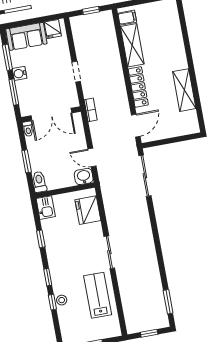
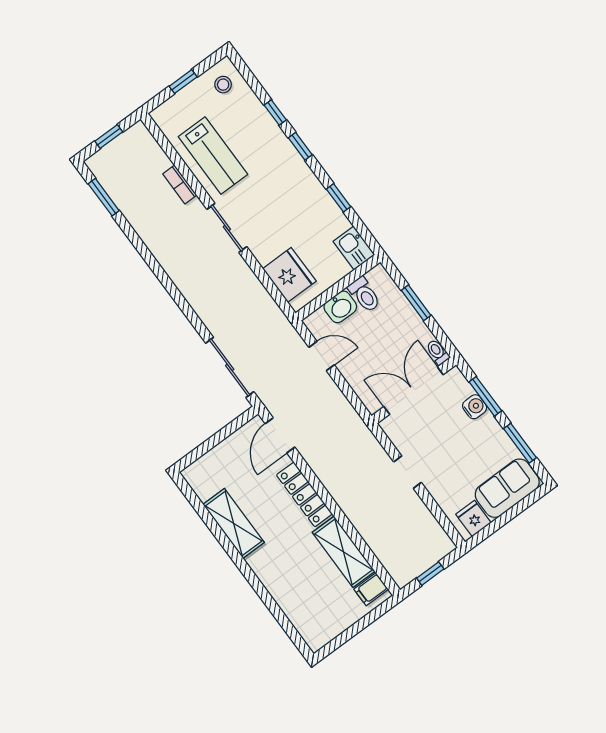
water cooler: (20, 73) -> (475, 407), moved
bookcase: (91, 110) -> (180, 185), moved
washbasin: (84, 176) -> (340, 307), moved
toilet: (39, 182) -> (364, 295), moved
stool: (62, 300) -> (223, 85), moved

